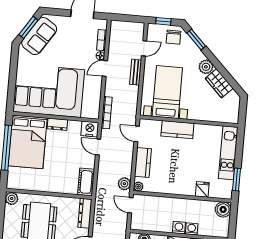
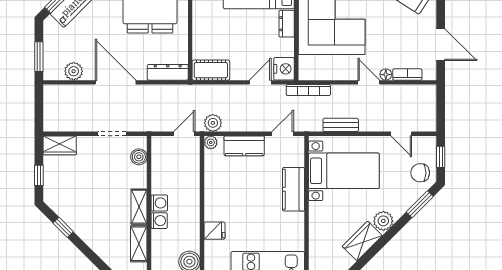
bench: (136, 72) -> (341, 125), moved

